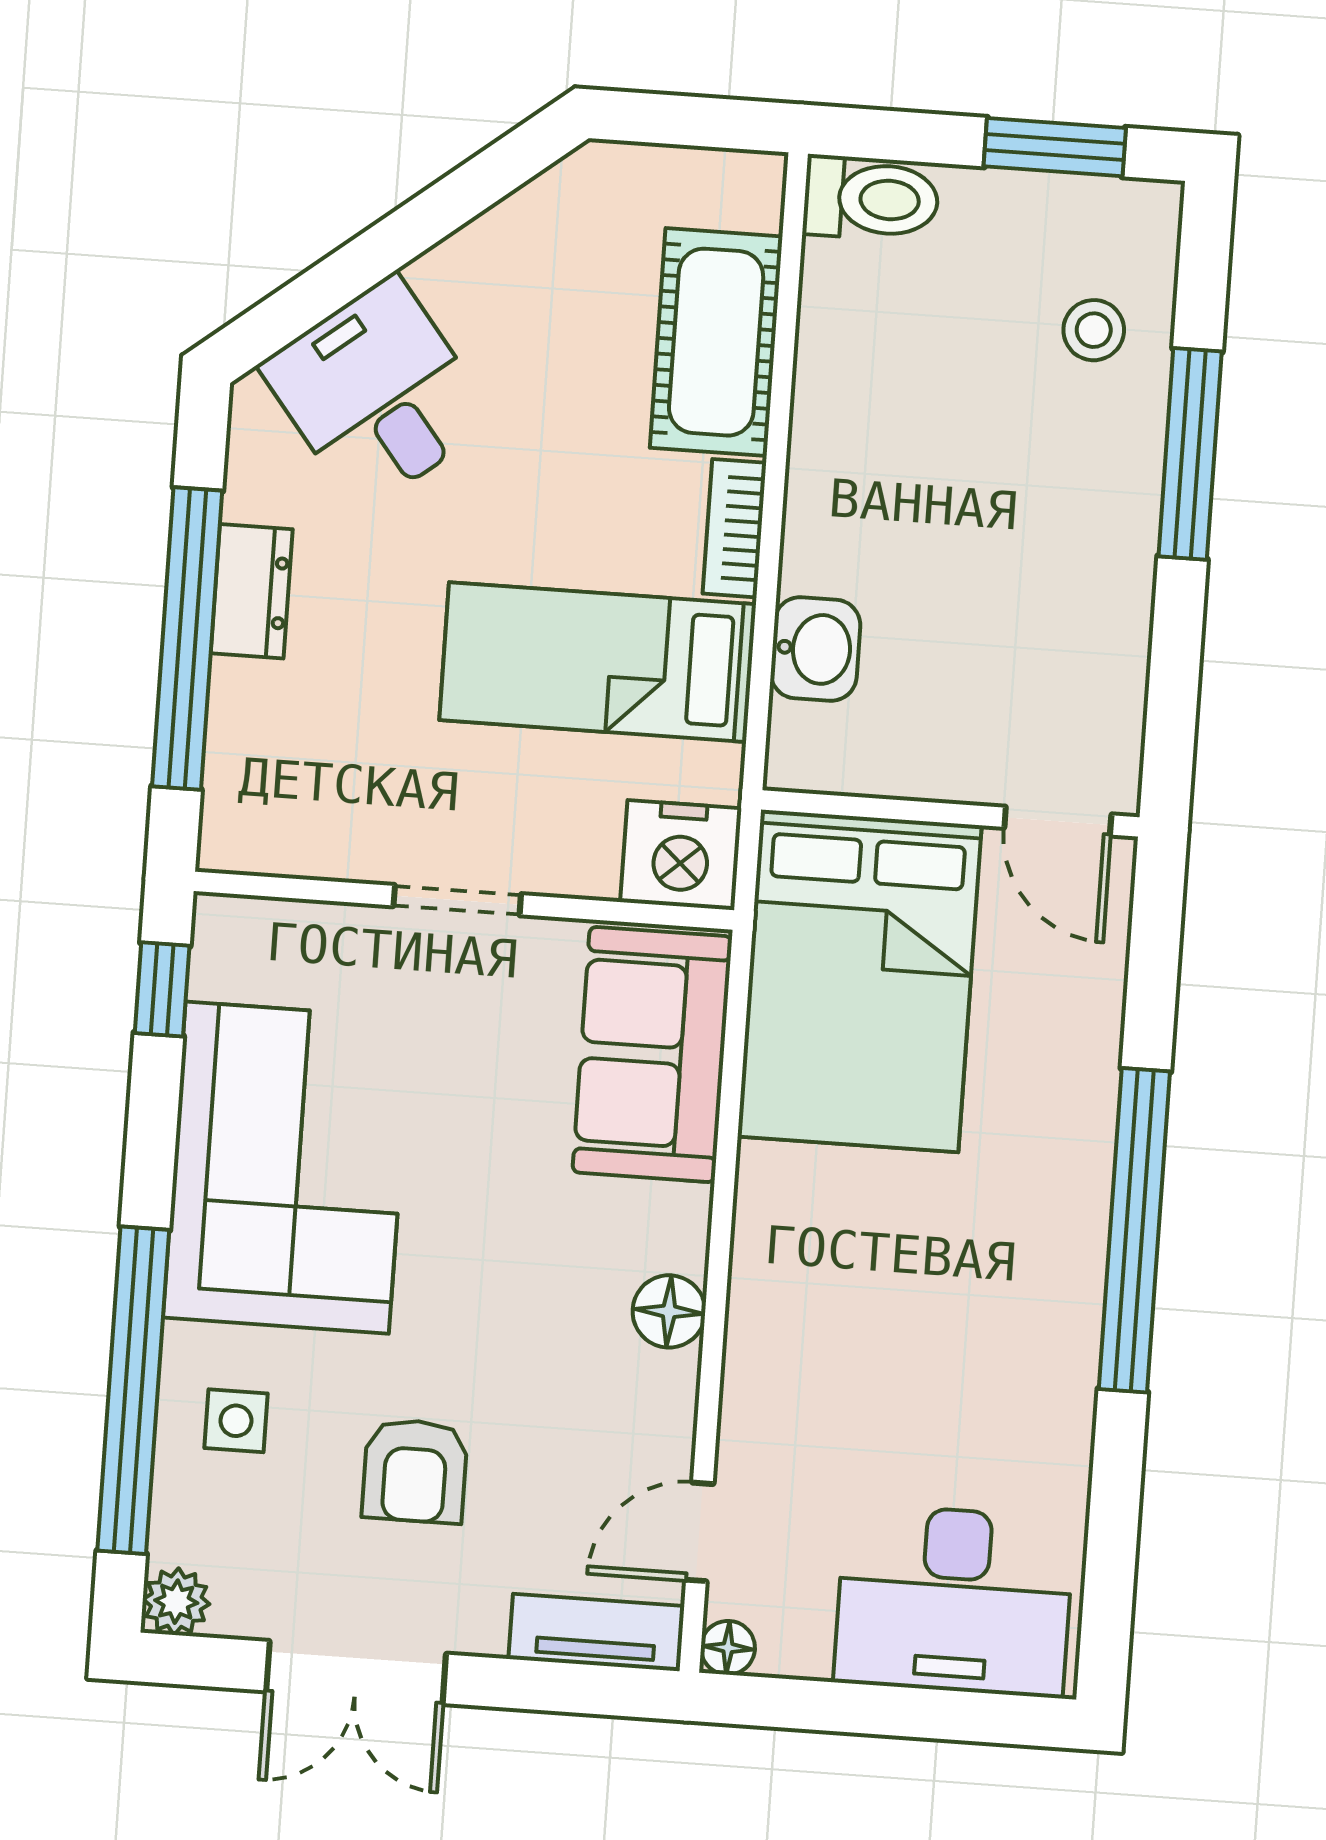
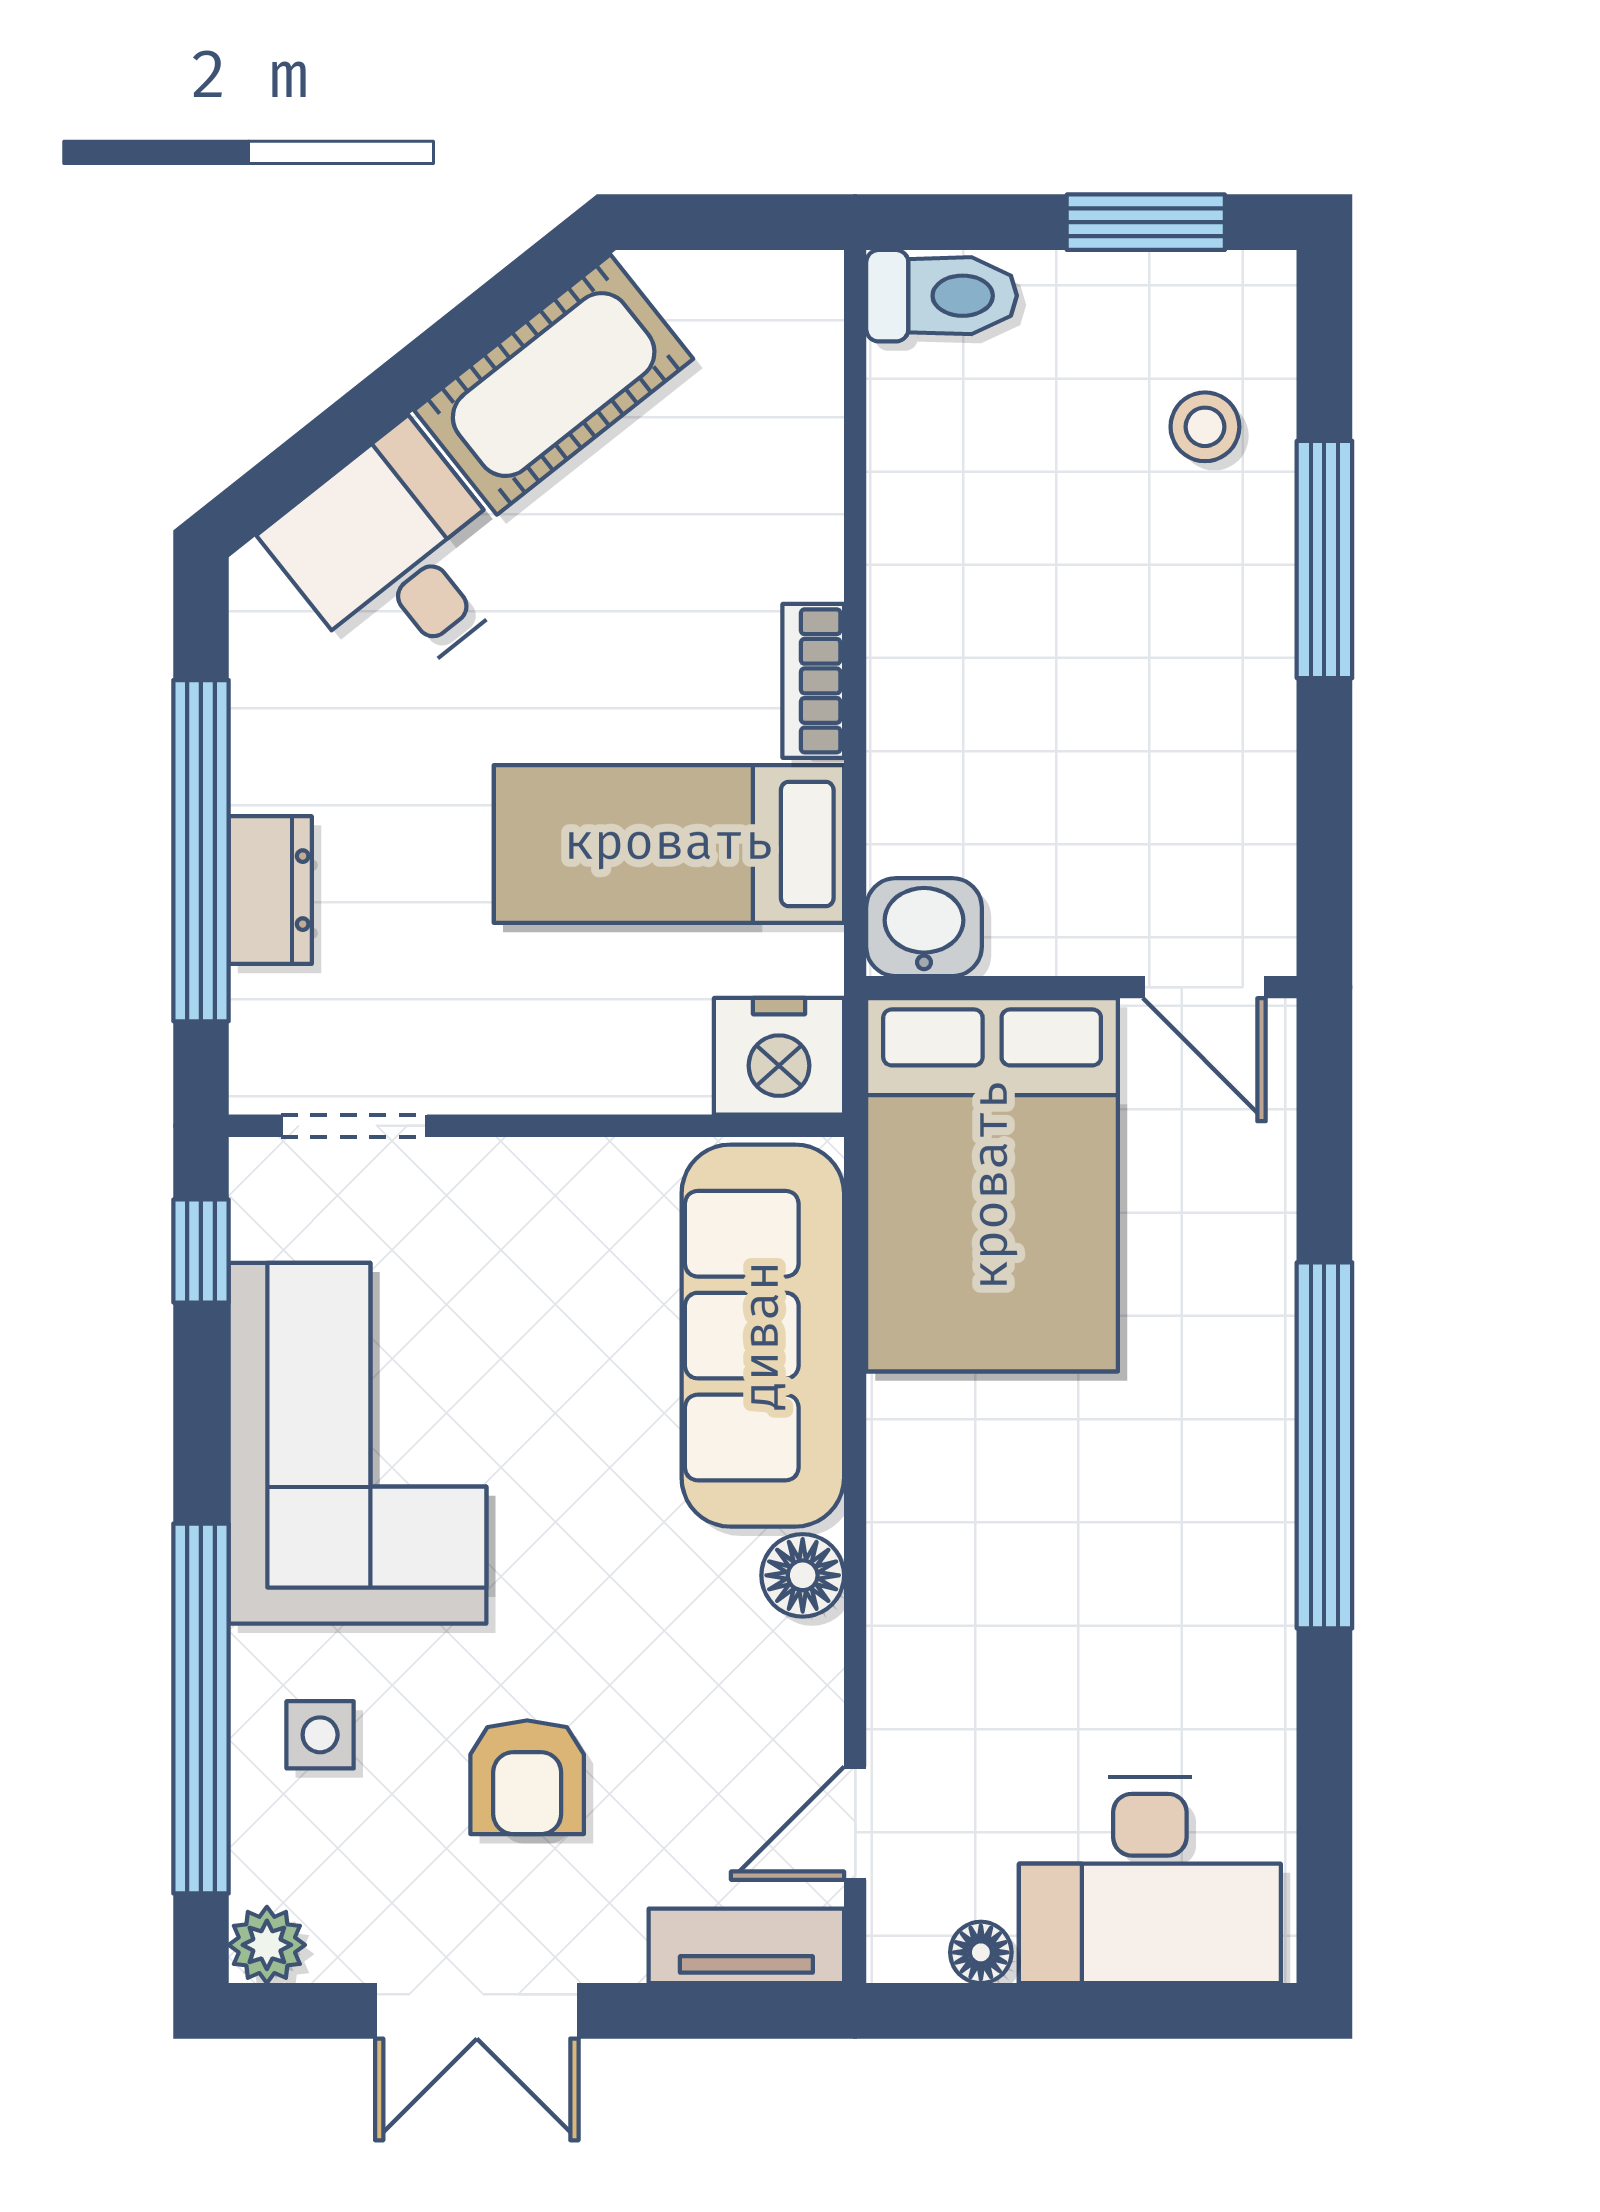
cot: (716, 342) -> (554, 385), moved, turned 52
dresser: (252, 591) -> (270, 890), moved
washbasin: (816, 649) -> (924, 927), moved, turned -90
doorway: (457, 900) -> (354, 1126), moved
sofa: (652, 1054) -> (763, 1336), width x1.36
floor lamp: (728, 1648) -> (981, 1952), moved

